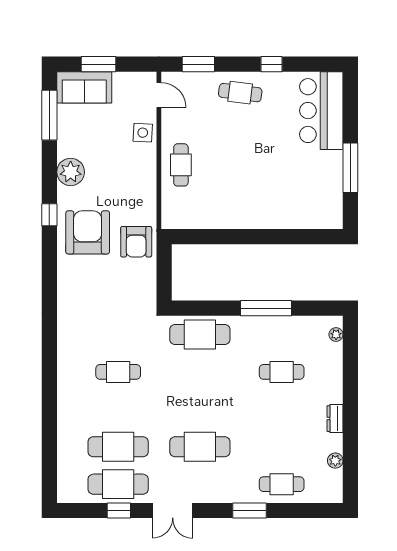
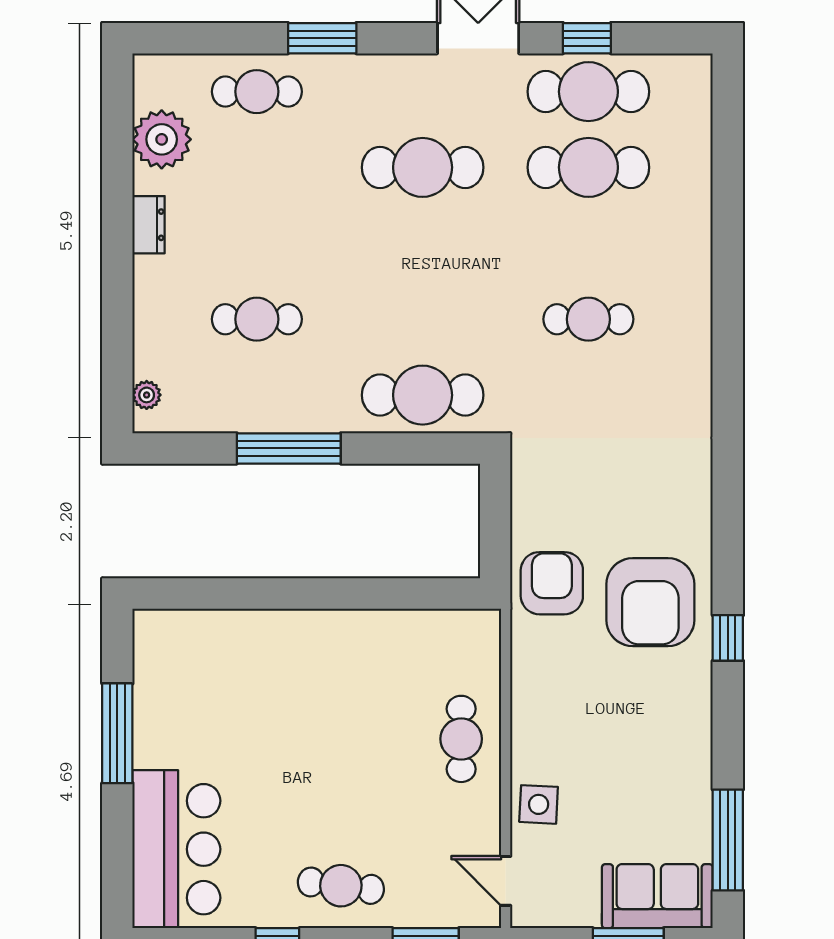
plant: (71, 172) -> (685, 725), removed
plant: (335, 461) -> (162, 139), width x1.88, depth x1.88

